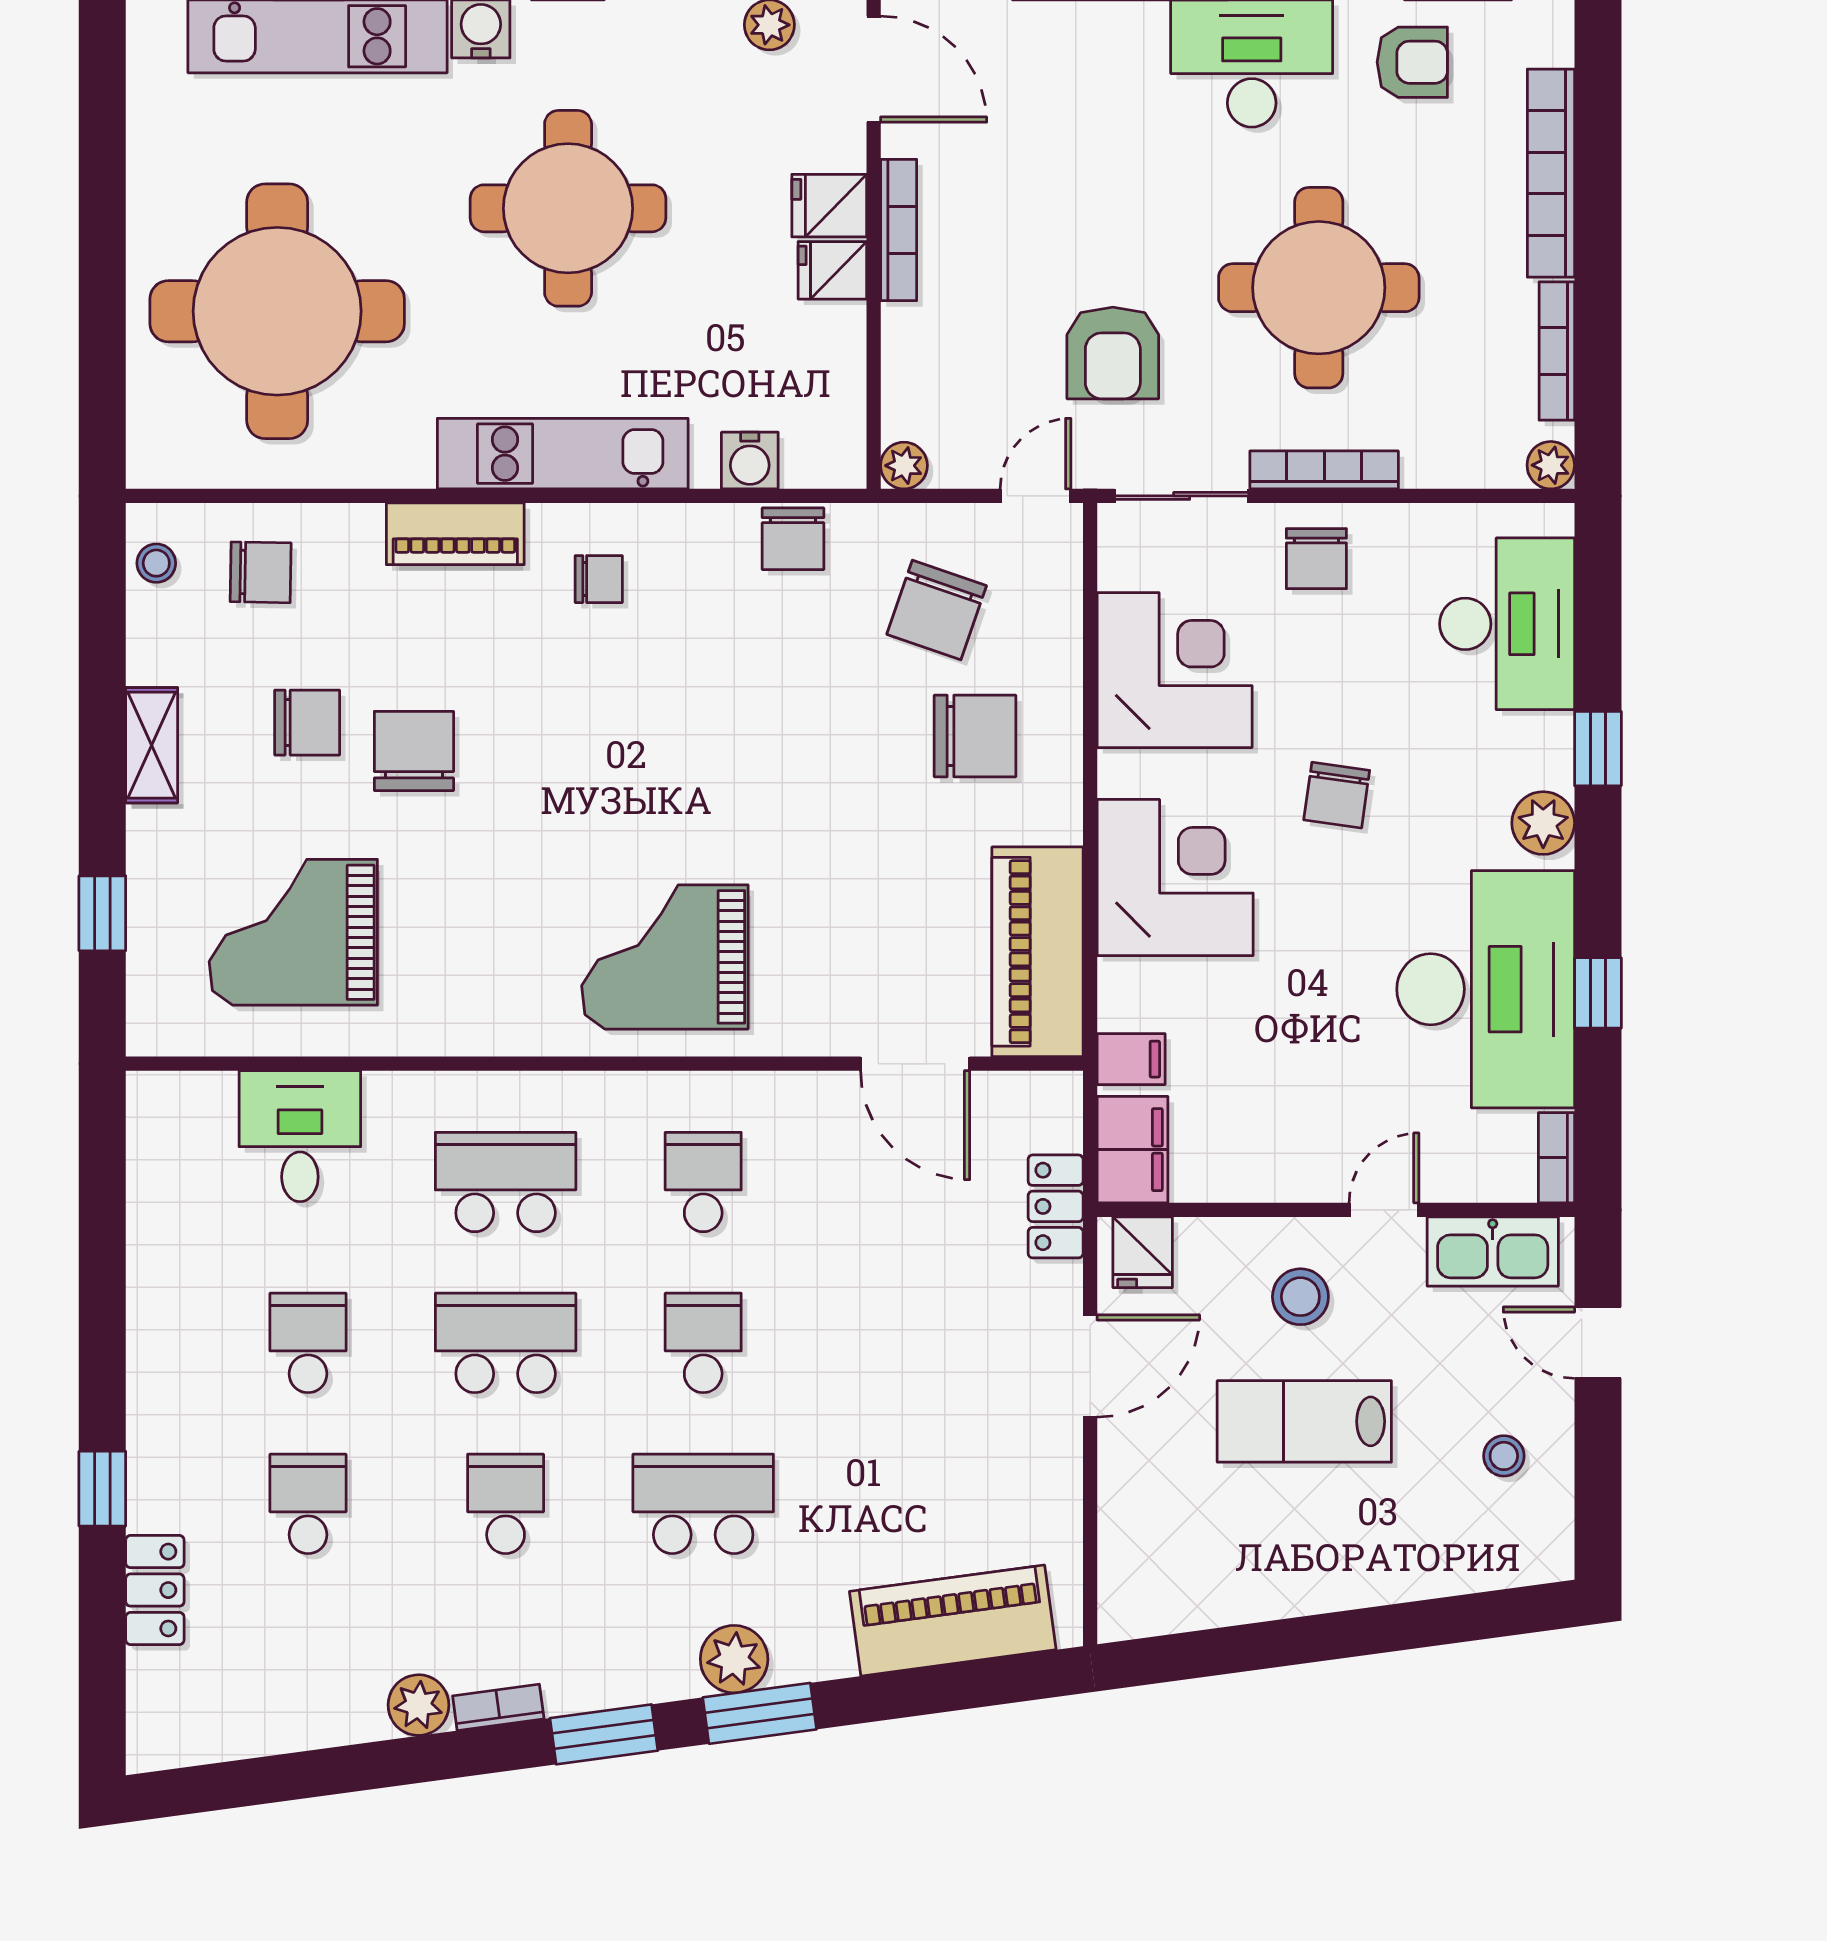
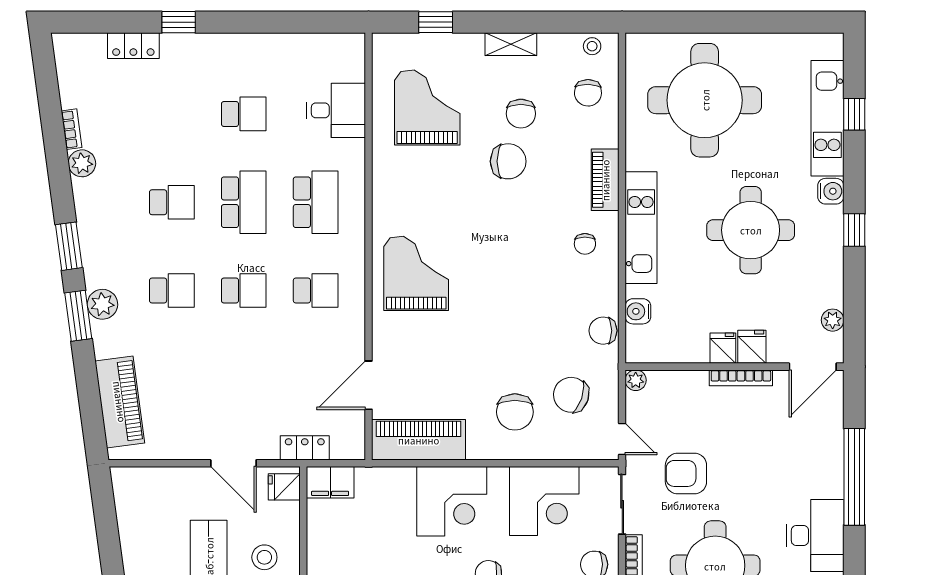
filing cabinet: (1131, 1059) -> (371, 482), removed
school desk: (308, 1504) -> (172, 114), removed
school desk: (703, 1504) -> (172, 291), width x0.54
bookcase: (498, 1707) -> (72, 129), moved

